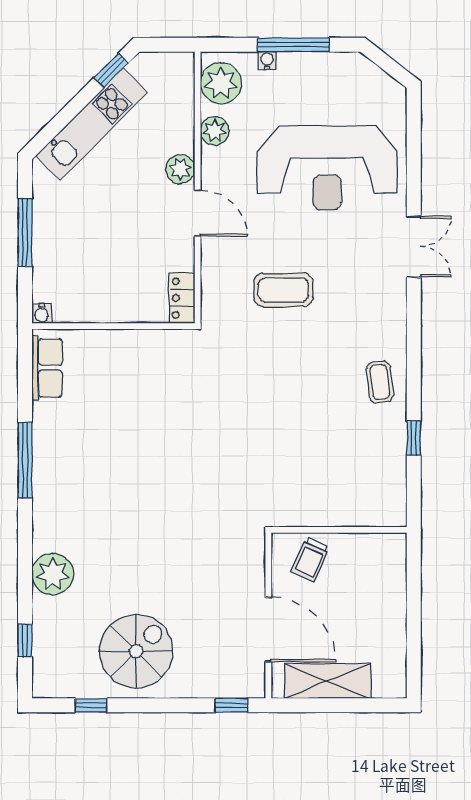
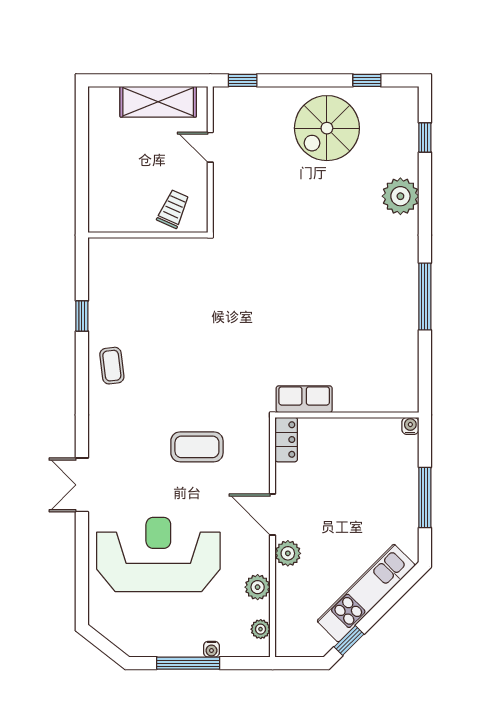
plant: (221, 83) -> (261, 629), width x0.53, depth x0.53
row of seats: (47, 368) -> (304, 399), moved, turned 90
door: (268, 630) -> (210, 147), width x0.53

